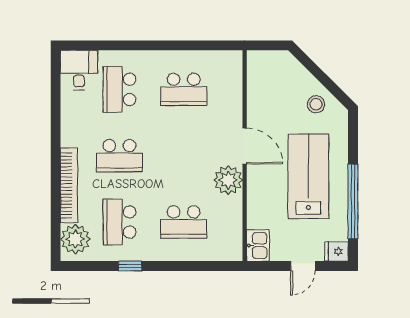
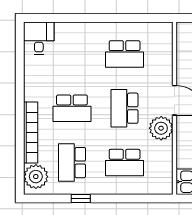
school desk: (120, 89) -> (125, 108), moved

